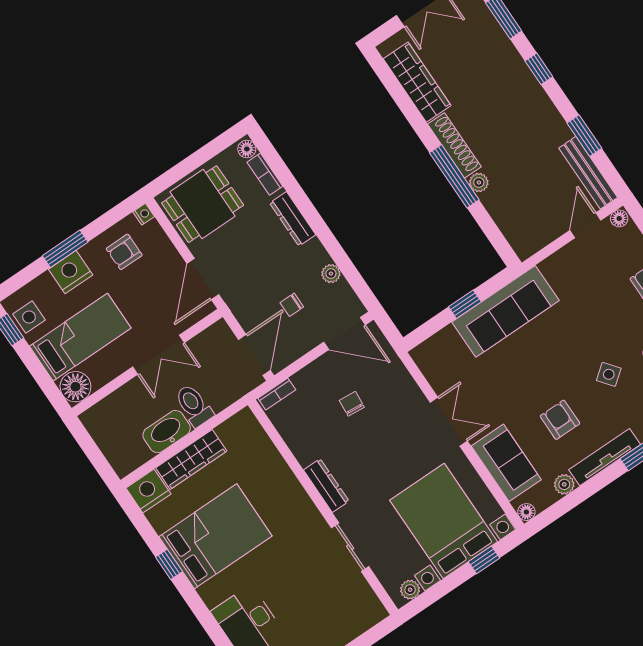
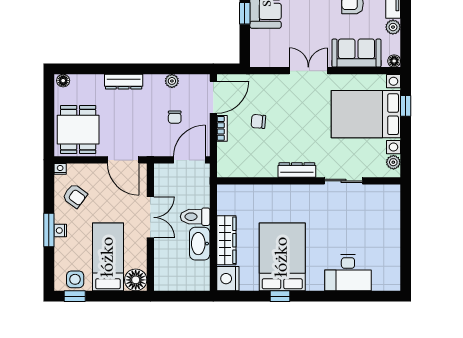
bookcase: (265, 174) -> (86, 80), removed
armchair: (124, 252) -> (75, 196), turned -54
nightstand: (71, 272) -> (60, 230), width x0.53, depth x0.56
door: (254, 355) -> (189, 160), hinge flipped
bookcase: (277, 394) -> (222, 128), moved

